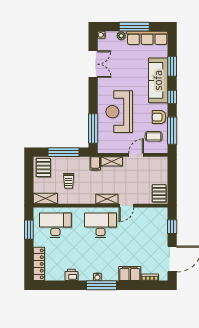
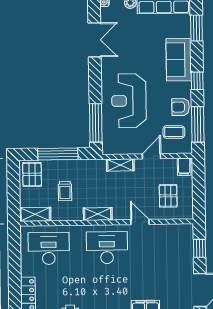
window: (172, 66) -> (196, 28), moved
sofa: (158, 80) -> (179, 60), width x0.73
filing cabinet: (95, 163) -> (184, 167), moved
pallet: (159, 193) -> (168, 196), moved
shelving: (107, 199) -> (98, 214), moved
door: (126, 206) -> (140, 222), swing flipped
window: (29, 230) -> (14, 255), removed

